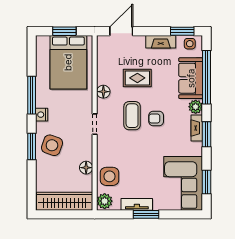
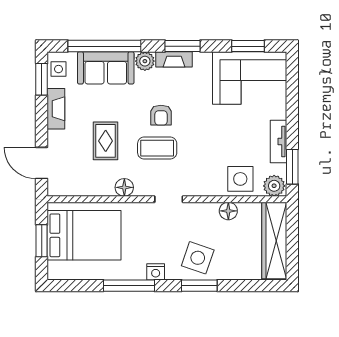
window: (146, 214) -> (292, 167), moved

